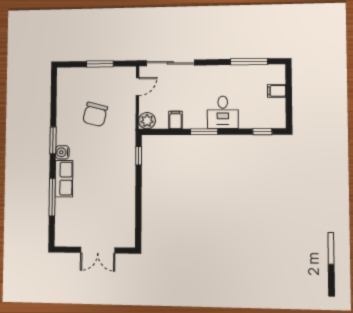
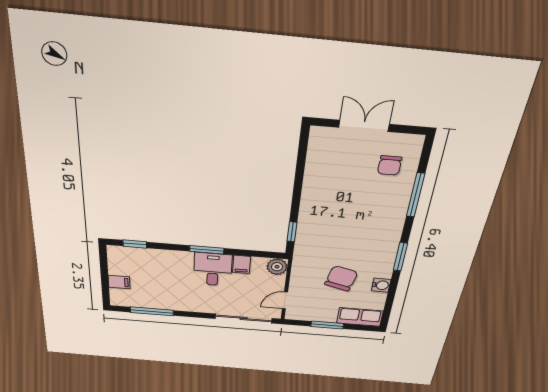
desk: (223, 112) -> (213, 269), moved
water cooler: (62, 152) -> (381, 285), moved
row of seats: (64, 179) -> (360, 317), moved, turned 90
chair: (75, 220) -> (390, 165), added

